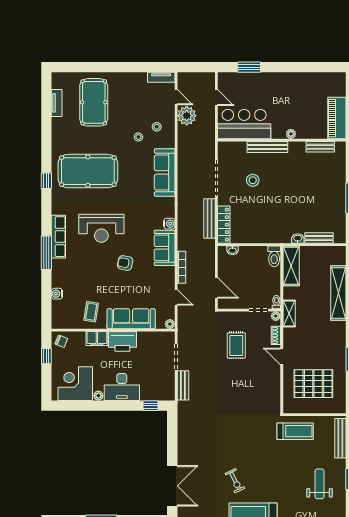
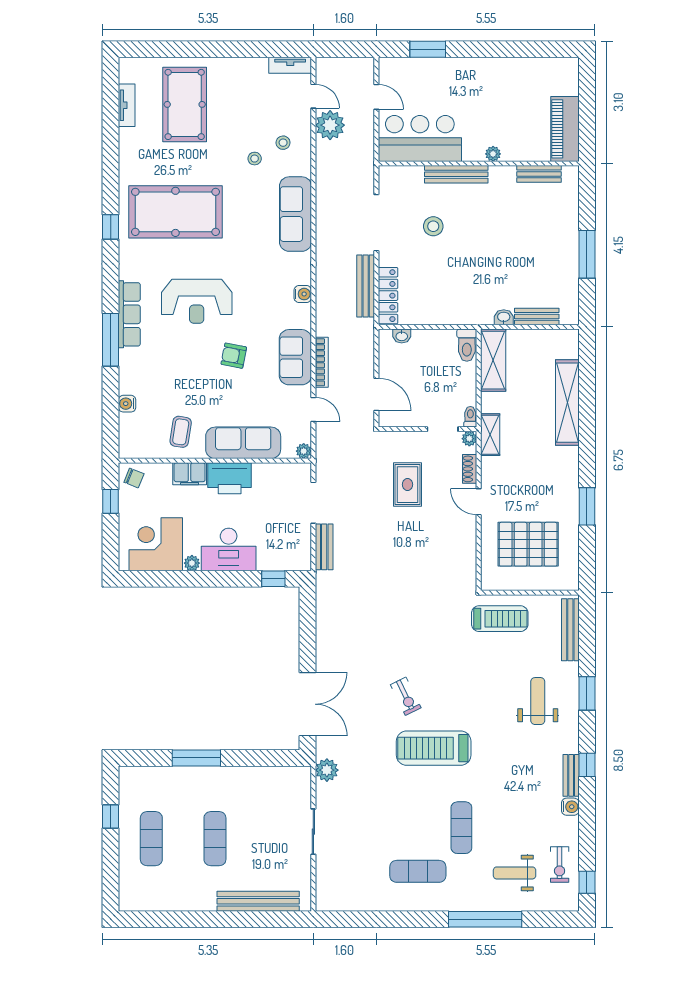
sofa: (165, 248) -> (295, 357), moved

